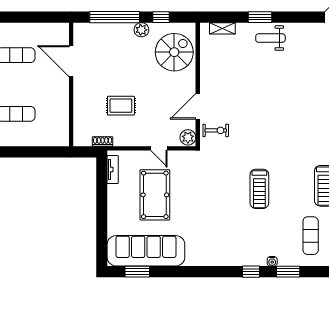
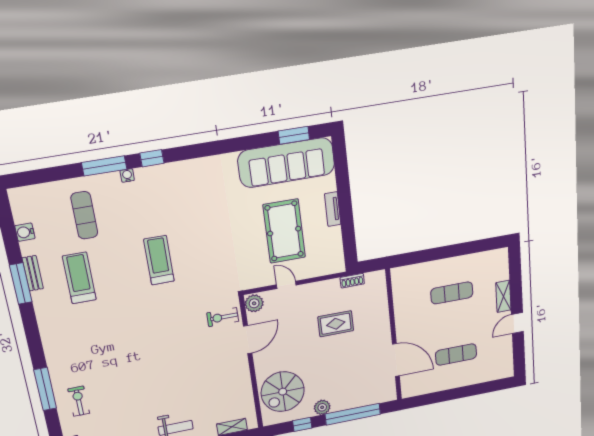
tv unit: (113, 170) -> (333, 209), moved
window: (288, 272) -> (104, 166), width x1.44

